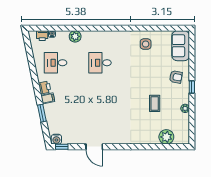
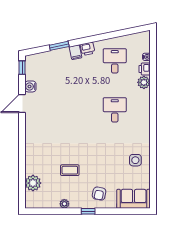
printer: (42, 36) -> (145, 69), moved
water cooler: (56, 139) -> (30, 86), moved

